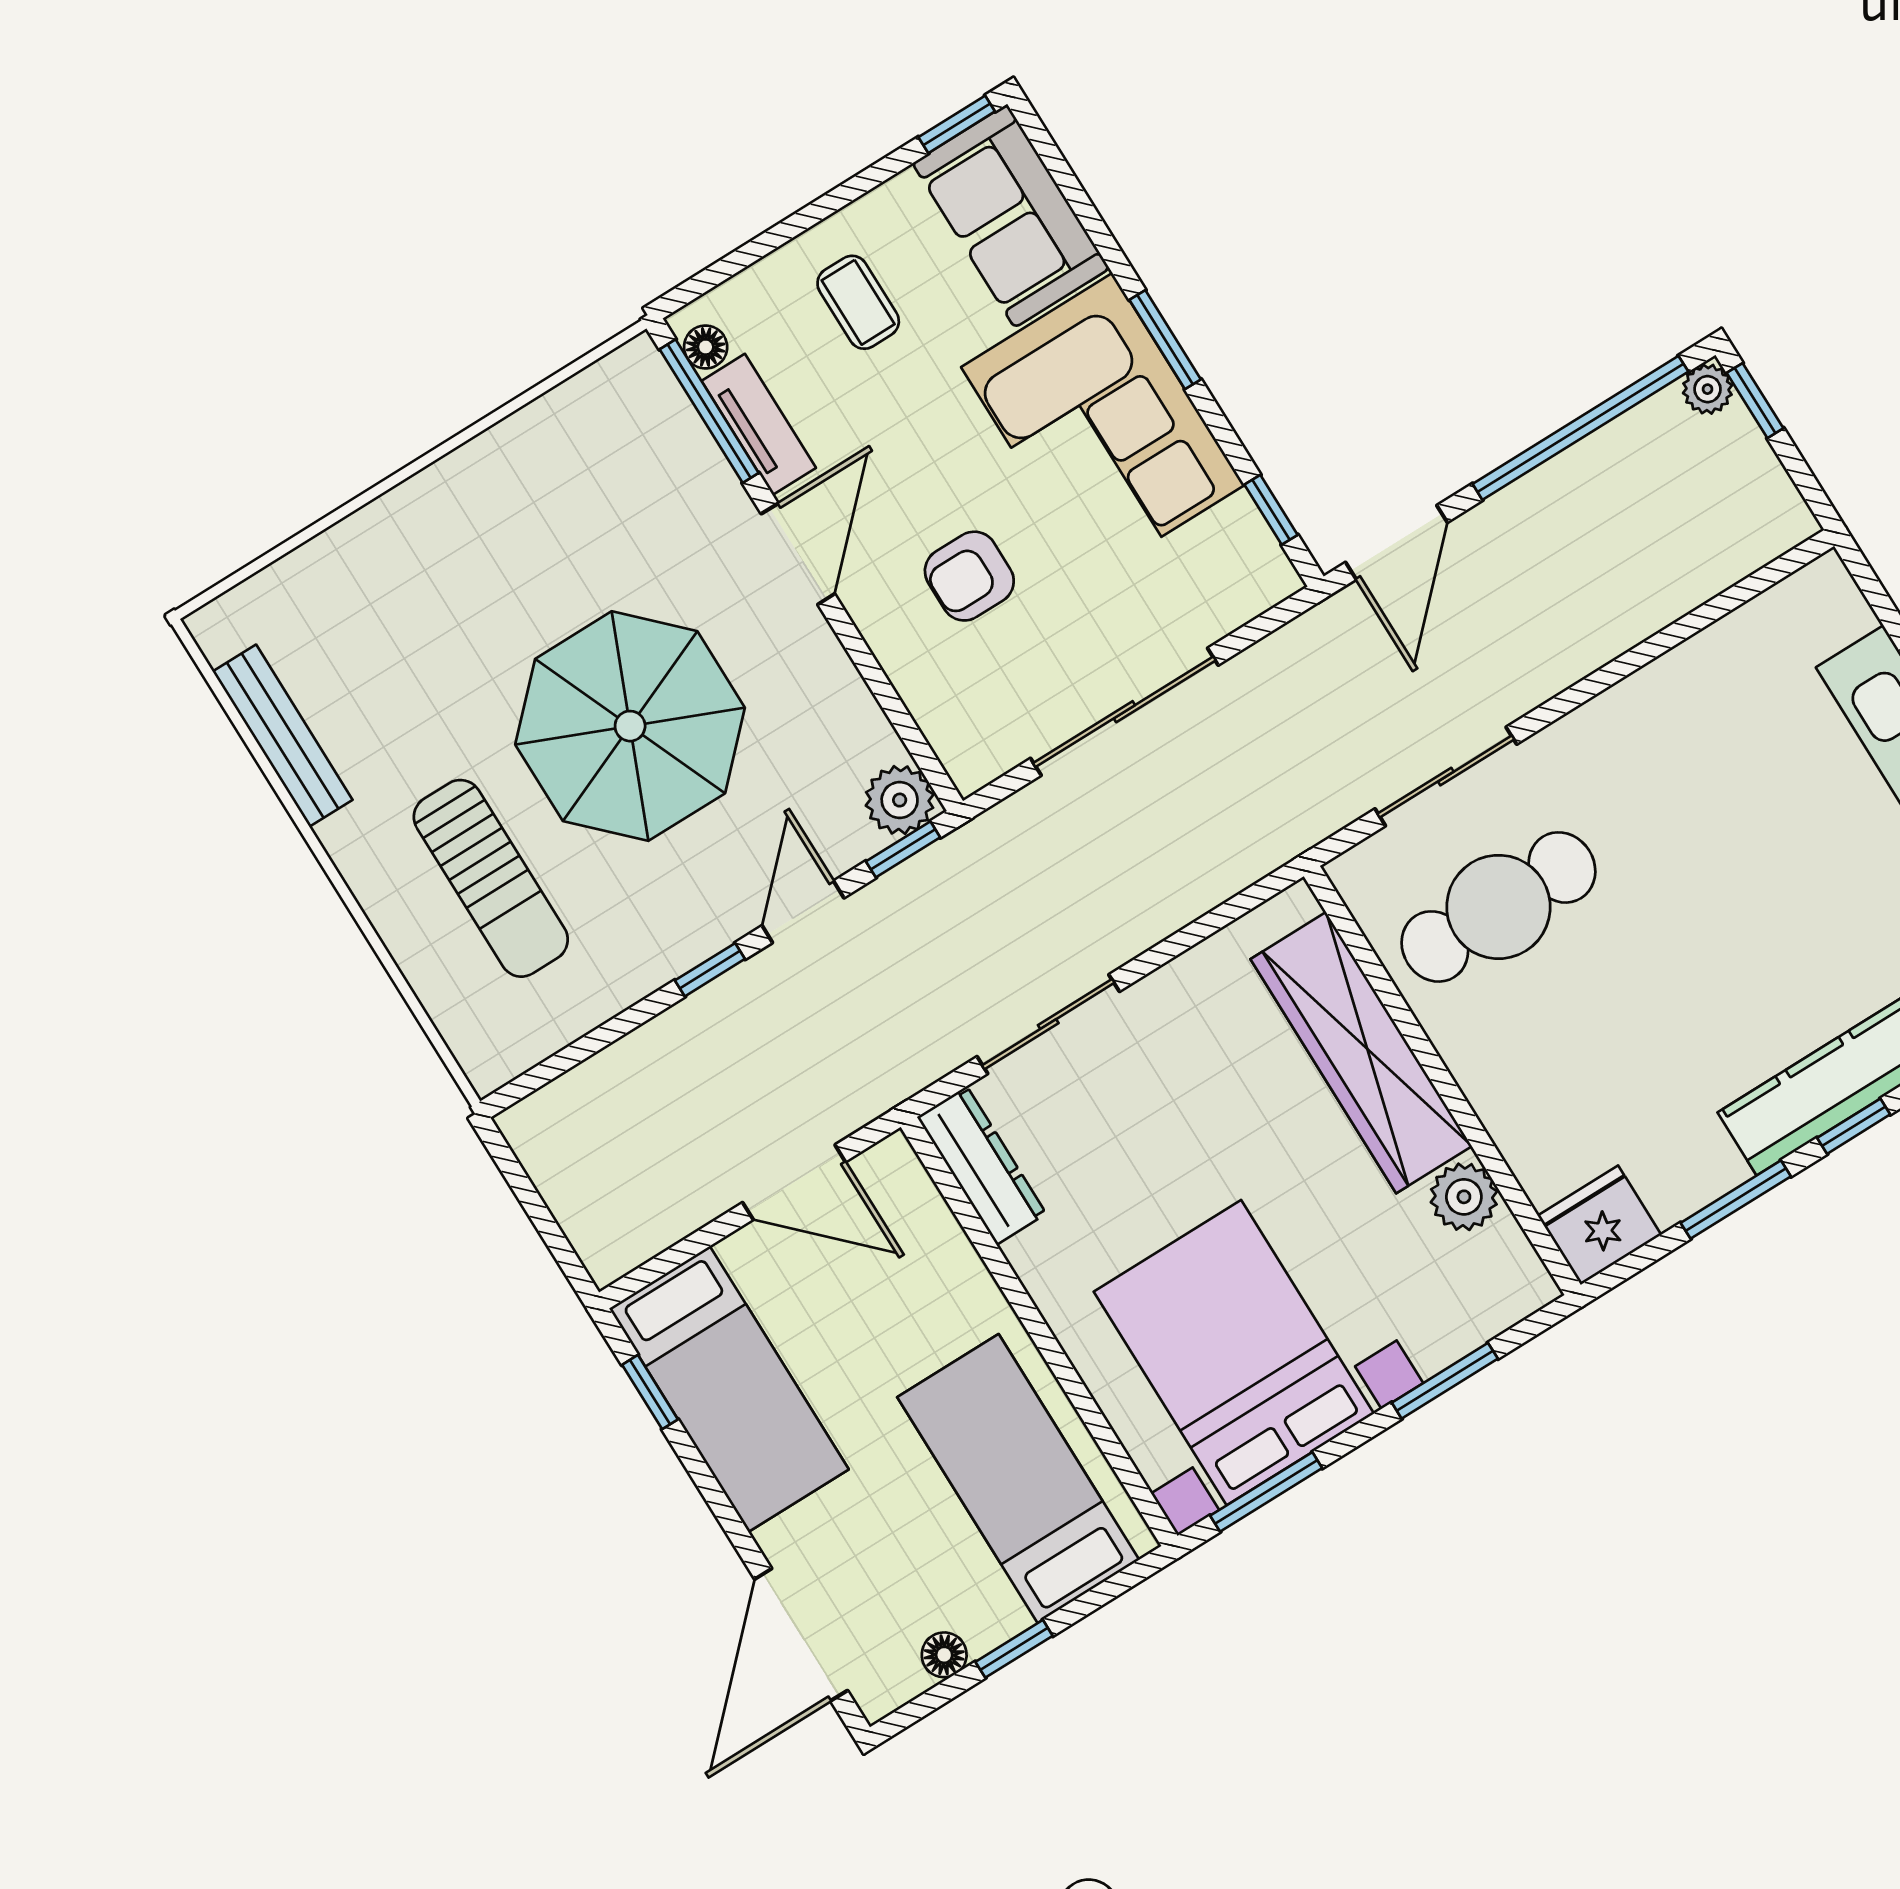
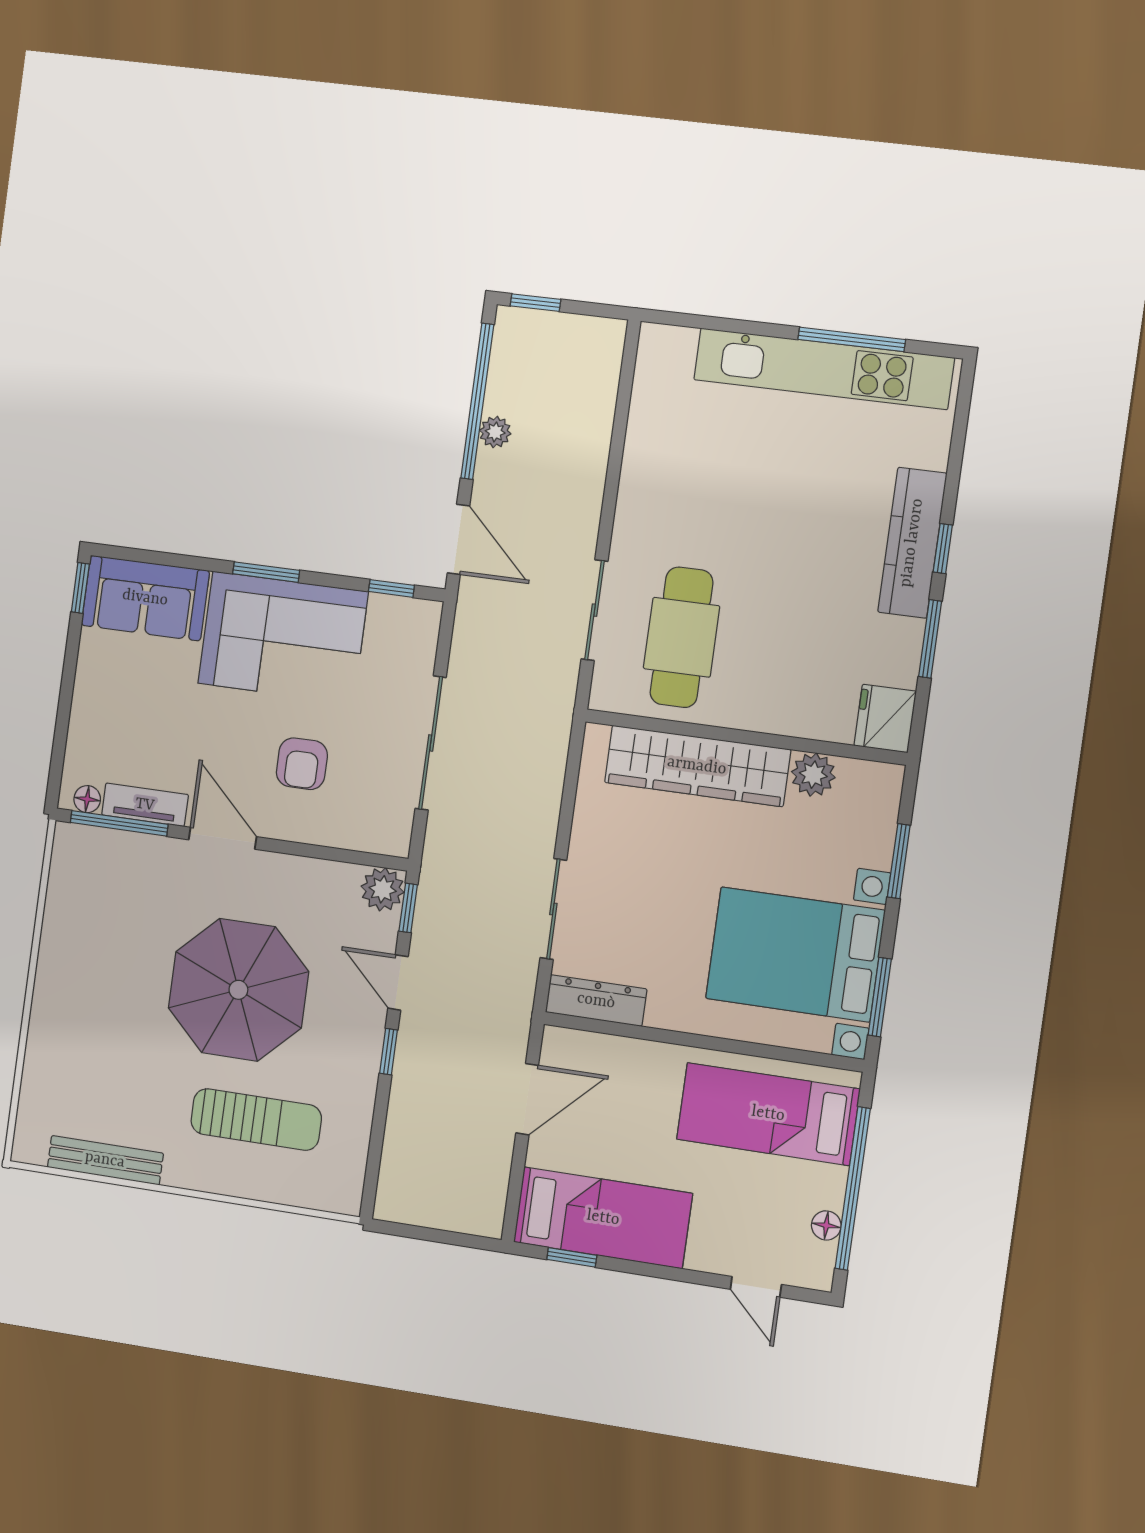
coffee table: (858, 302) -> (126, 707), removed
plant: (1707, 389) -> (495, 432), moved
door: (801, 1635) -> (756, 1287), width x0.53
window: (1014, 1649) -> (853, 1188), width x3.17

